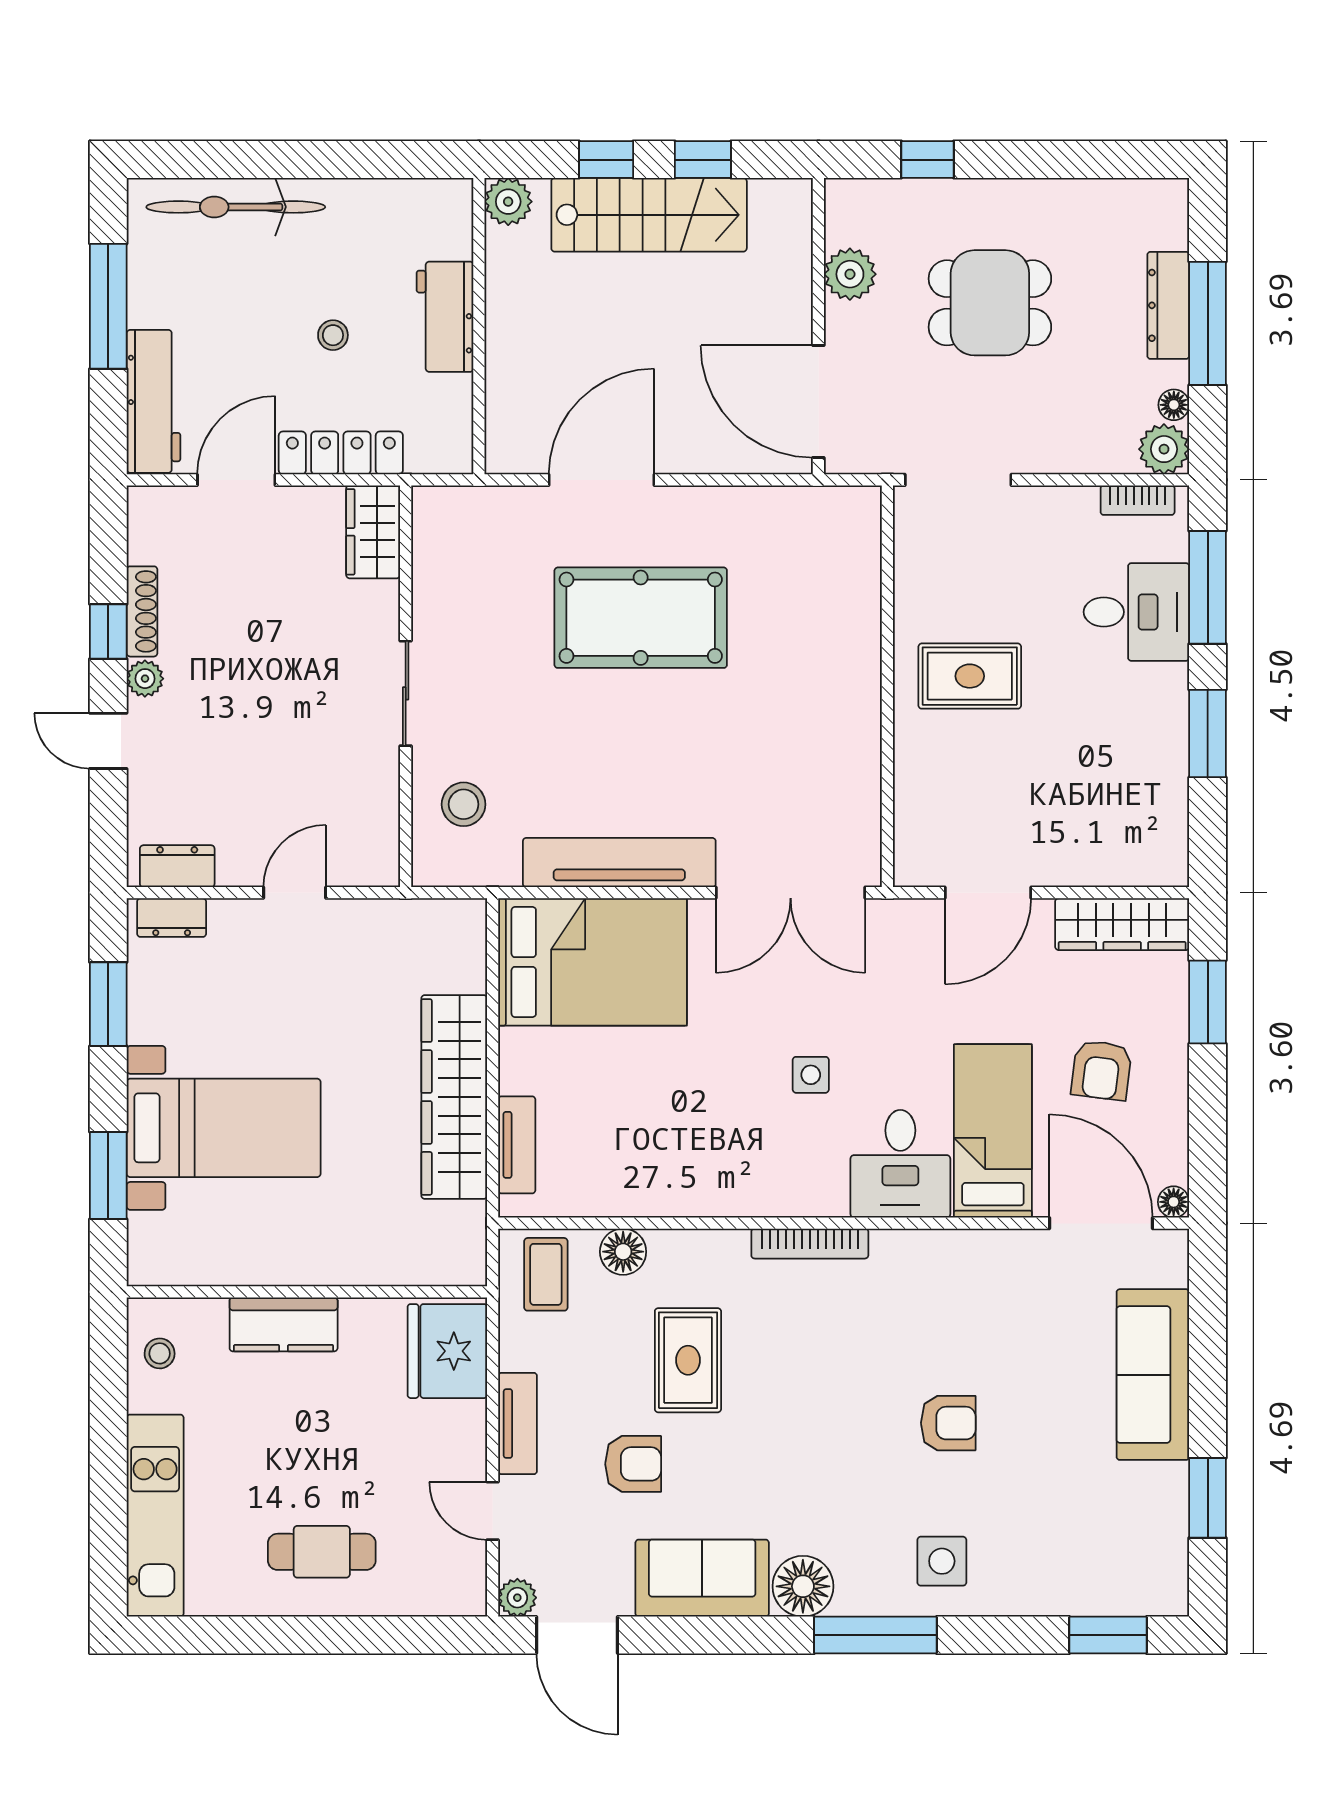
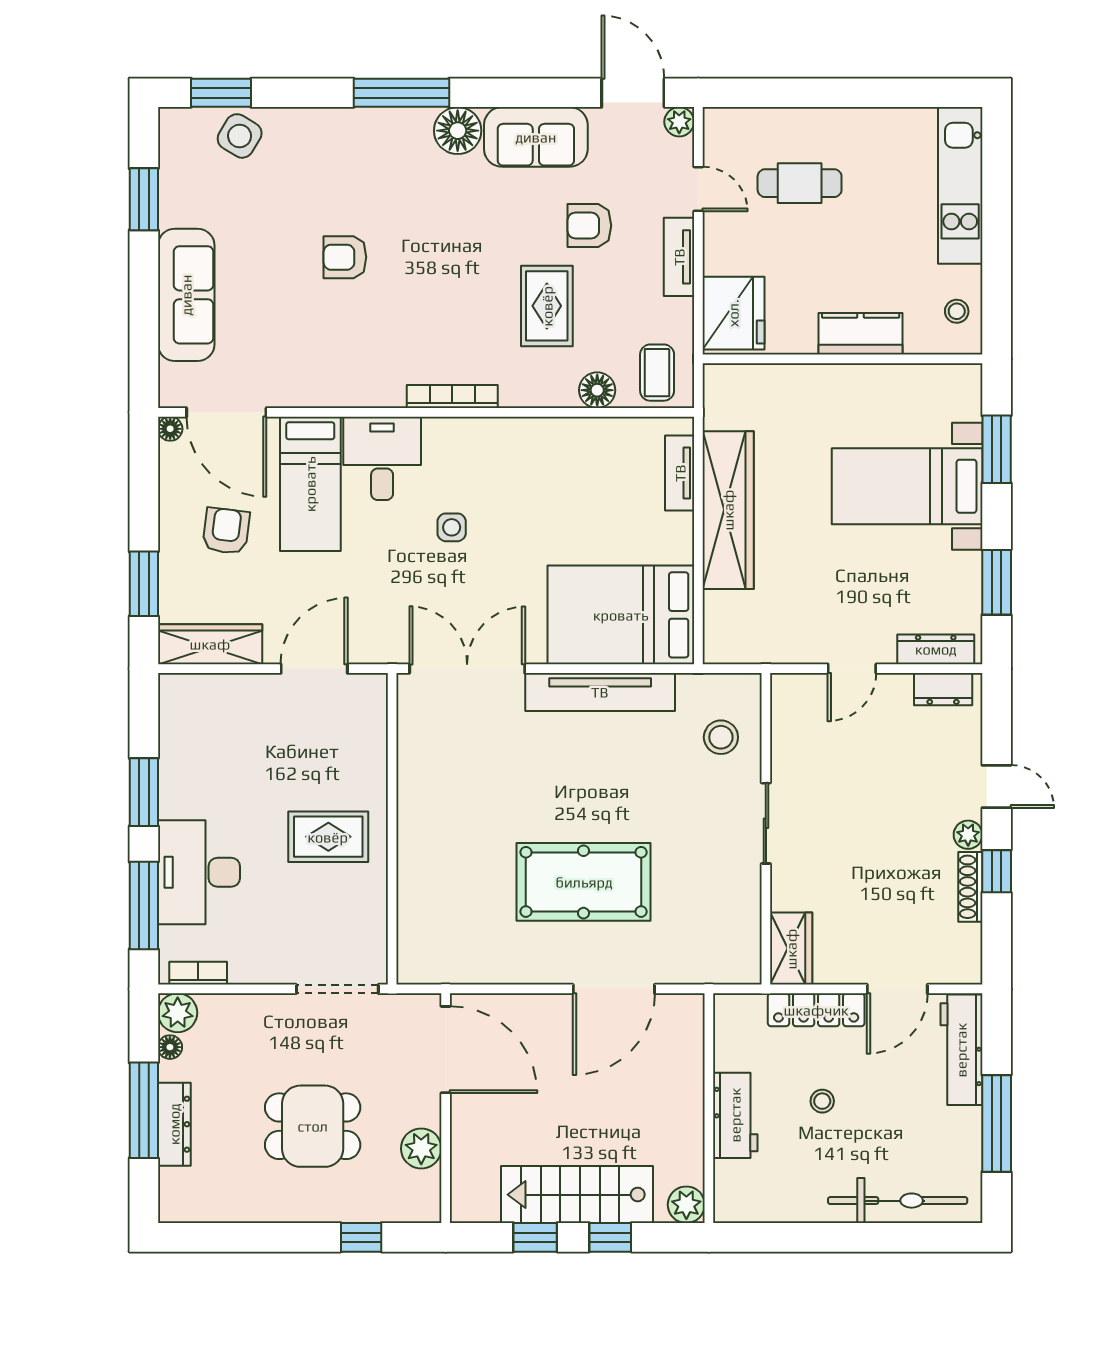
desk: (1136, 612) -> (199, 872), width x1.37
dresser: (172, 918) -> (936, 649), width x1.44
cafe table: (322, 1552) -> (800, 183), moved
side table: (942, 1561) -> (240, 136), moved, turned 31

